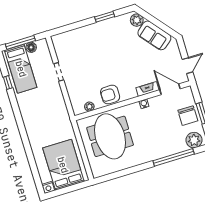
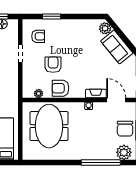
window: (105, 17) -> (52, 16), moved
armchair: (71, 49) -> (38, 36), added
armchair: (95, 73) -> (53, 65), added

